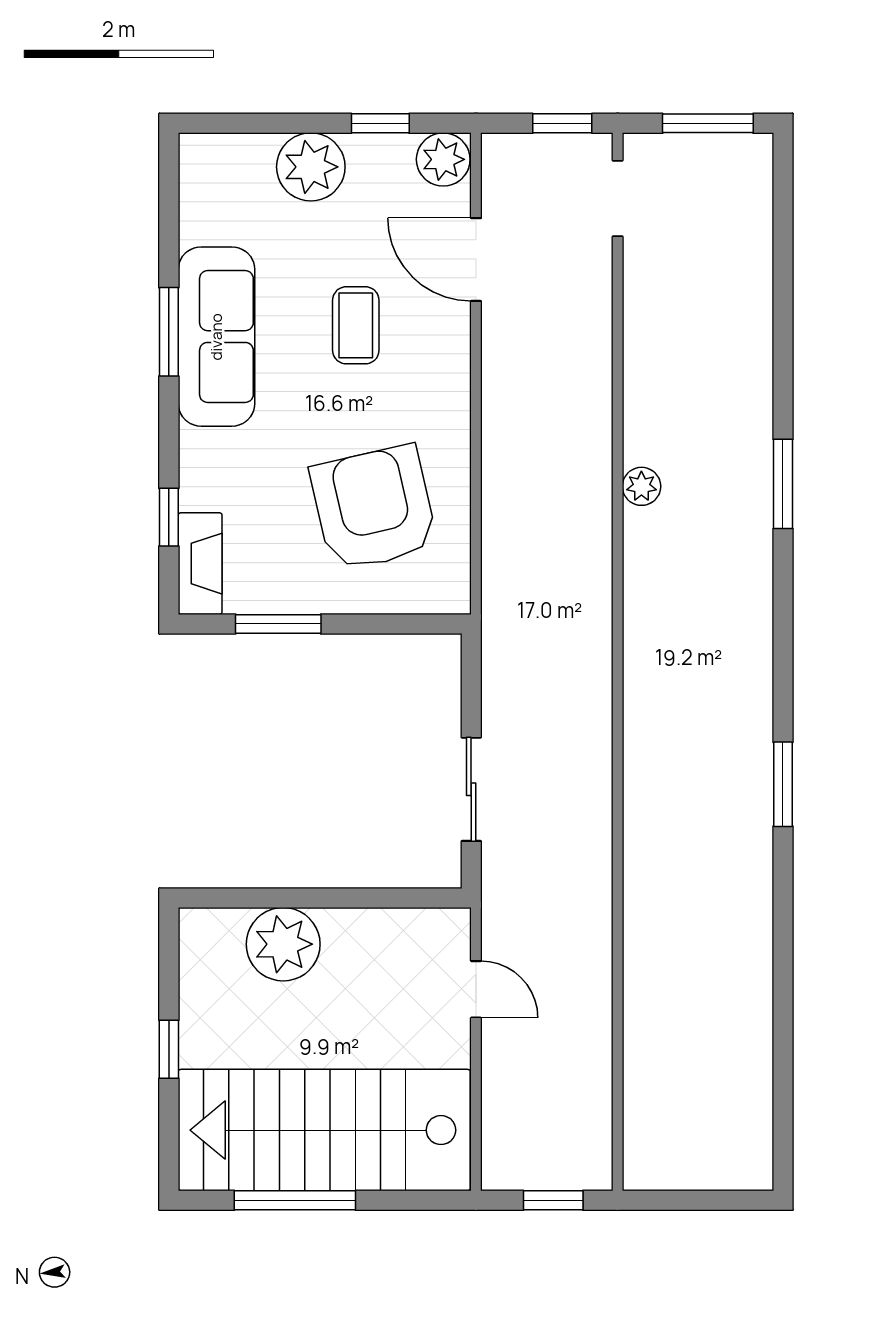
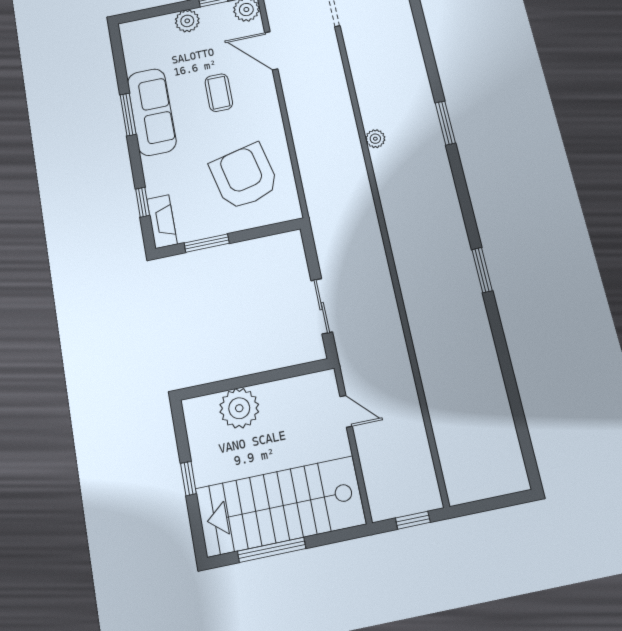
plant: (311, 167) -> (187, 21), width x0.73, depth x0.73

